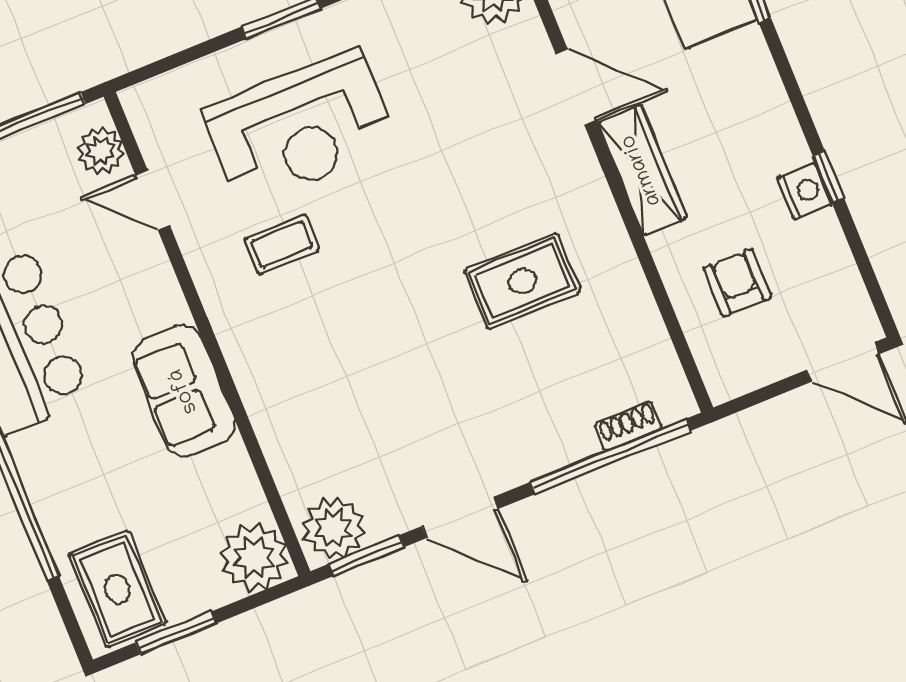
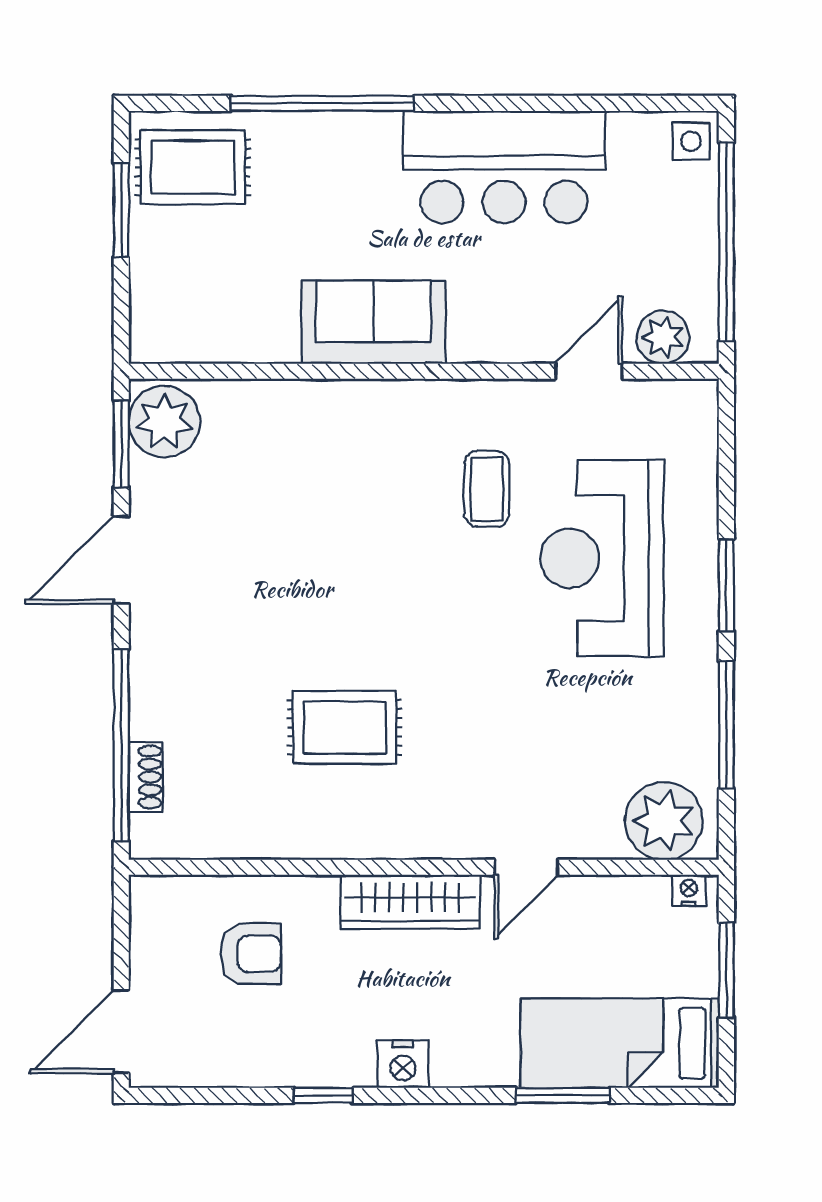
door: (576, 87) -> (526, 867), width x0.73
nightstand: (805, 191) -> (403, 1064), moved
rug: (522, 281) -> (345, 727), turned 90
plant: (254, 557) -> (167, 325), removed

